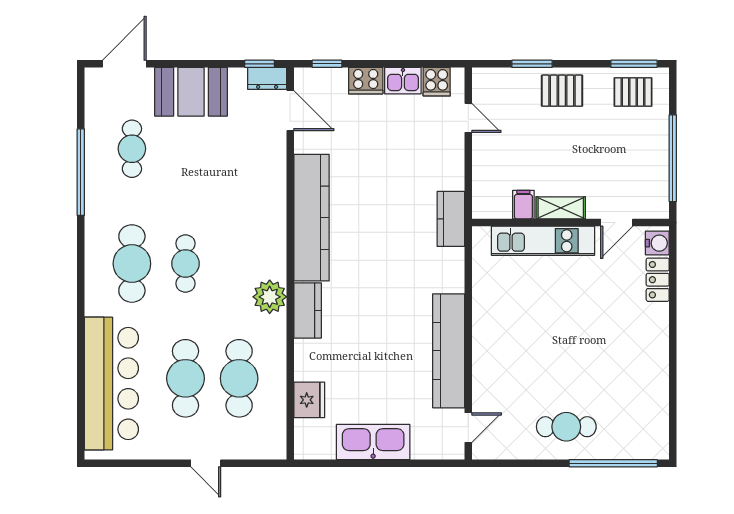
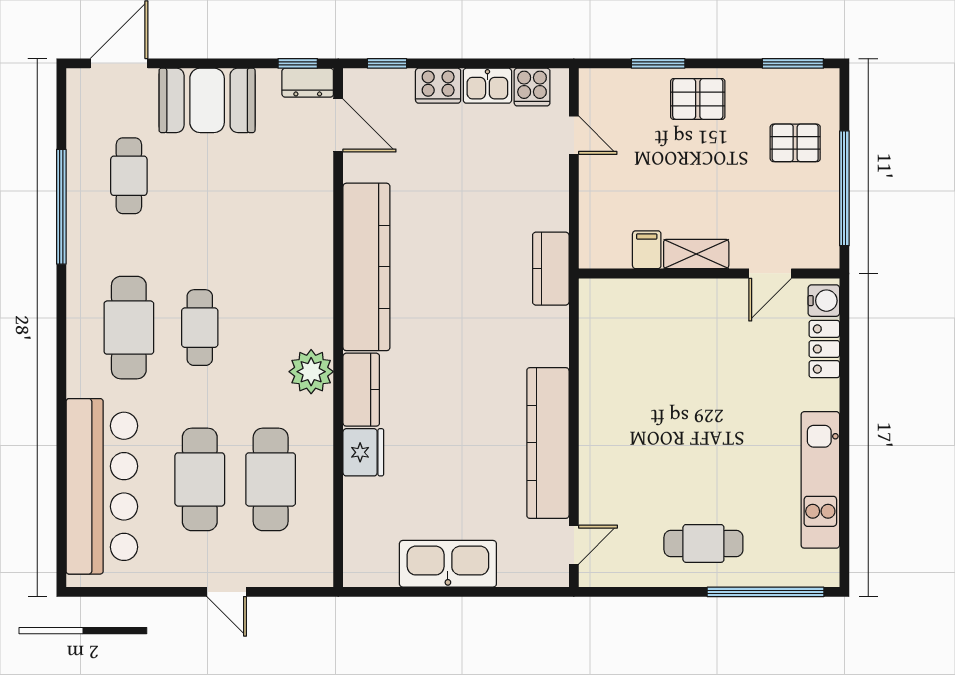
pallet: (633, 92) -> (795, 143), moved
kitchen unit: (543, 241) -> (820, 480), moved, turned 90
fridge: (309, 400) -> (363, 452), moved

